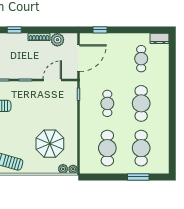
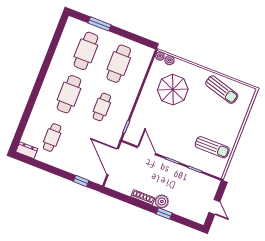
plant: (57, 40) -> (162, 201), moved
door: (79, 58) -> (113, 162), hinge flipped
door: (52, 80) -> (146, 150), swing flipped

